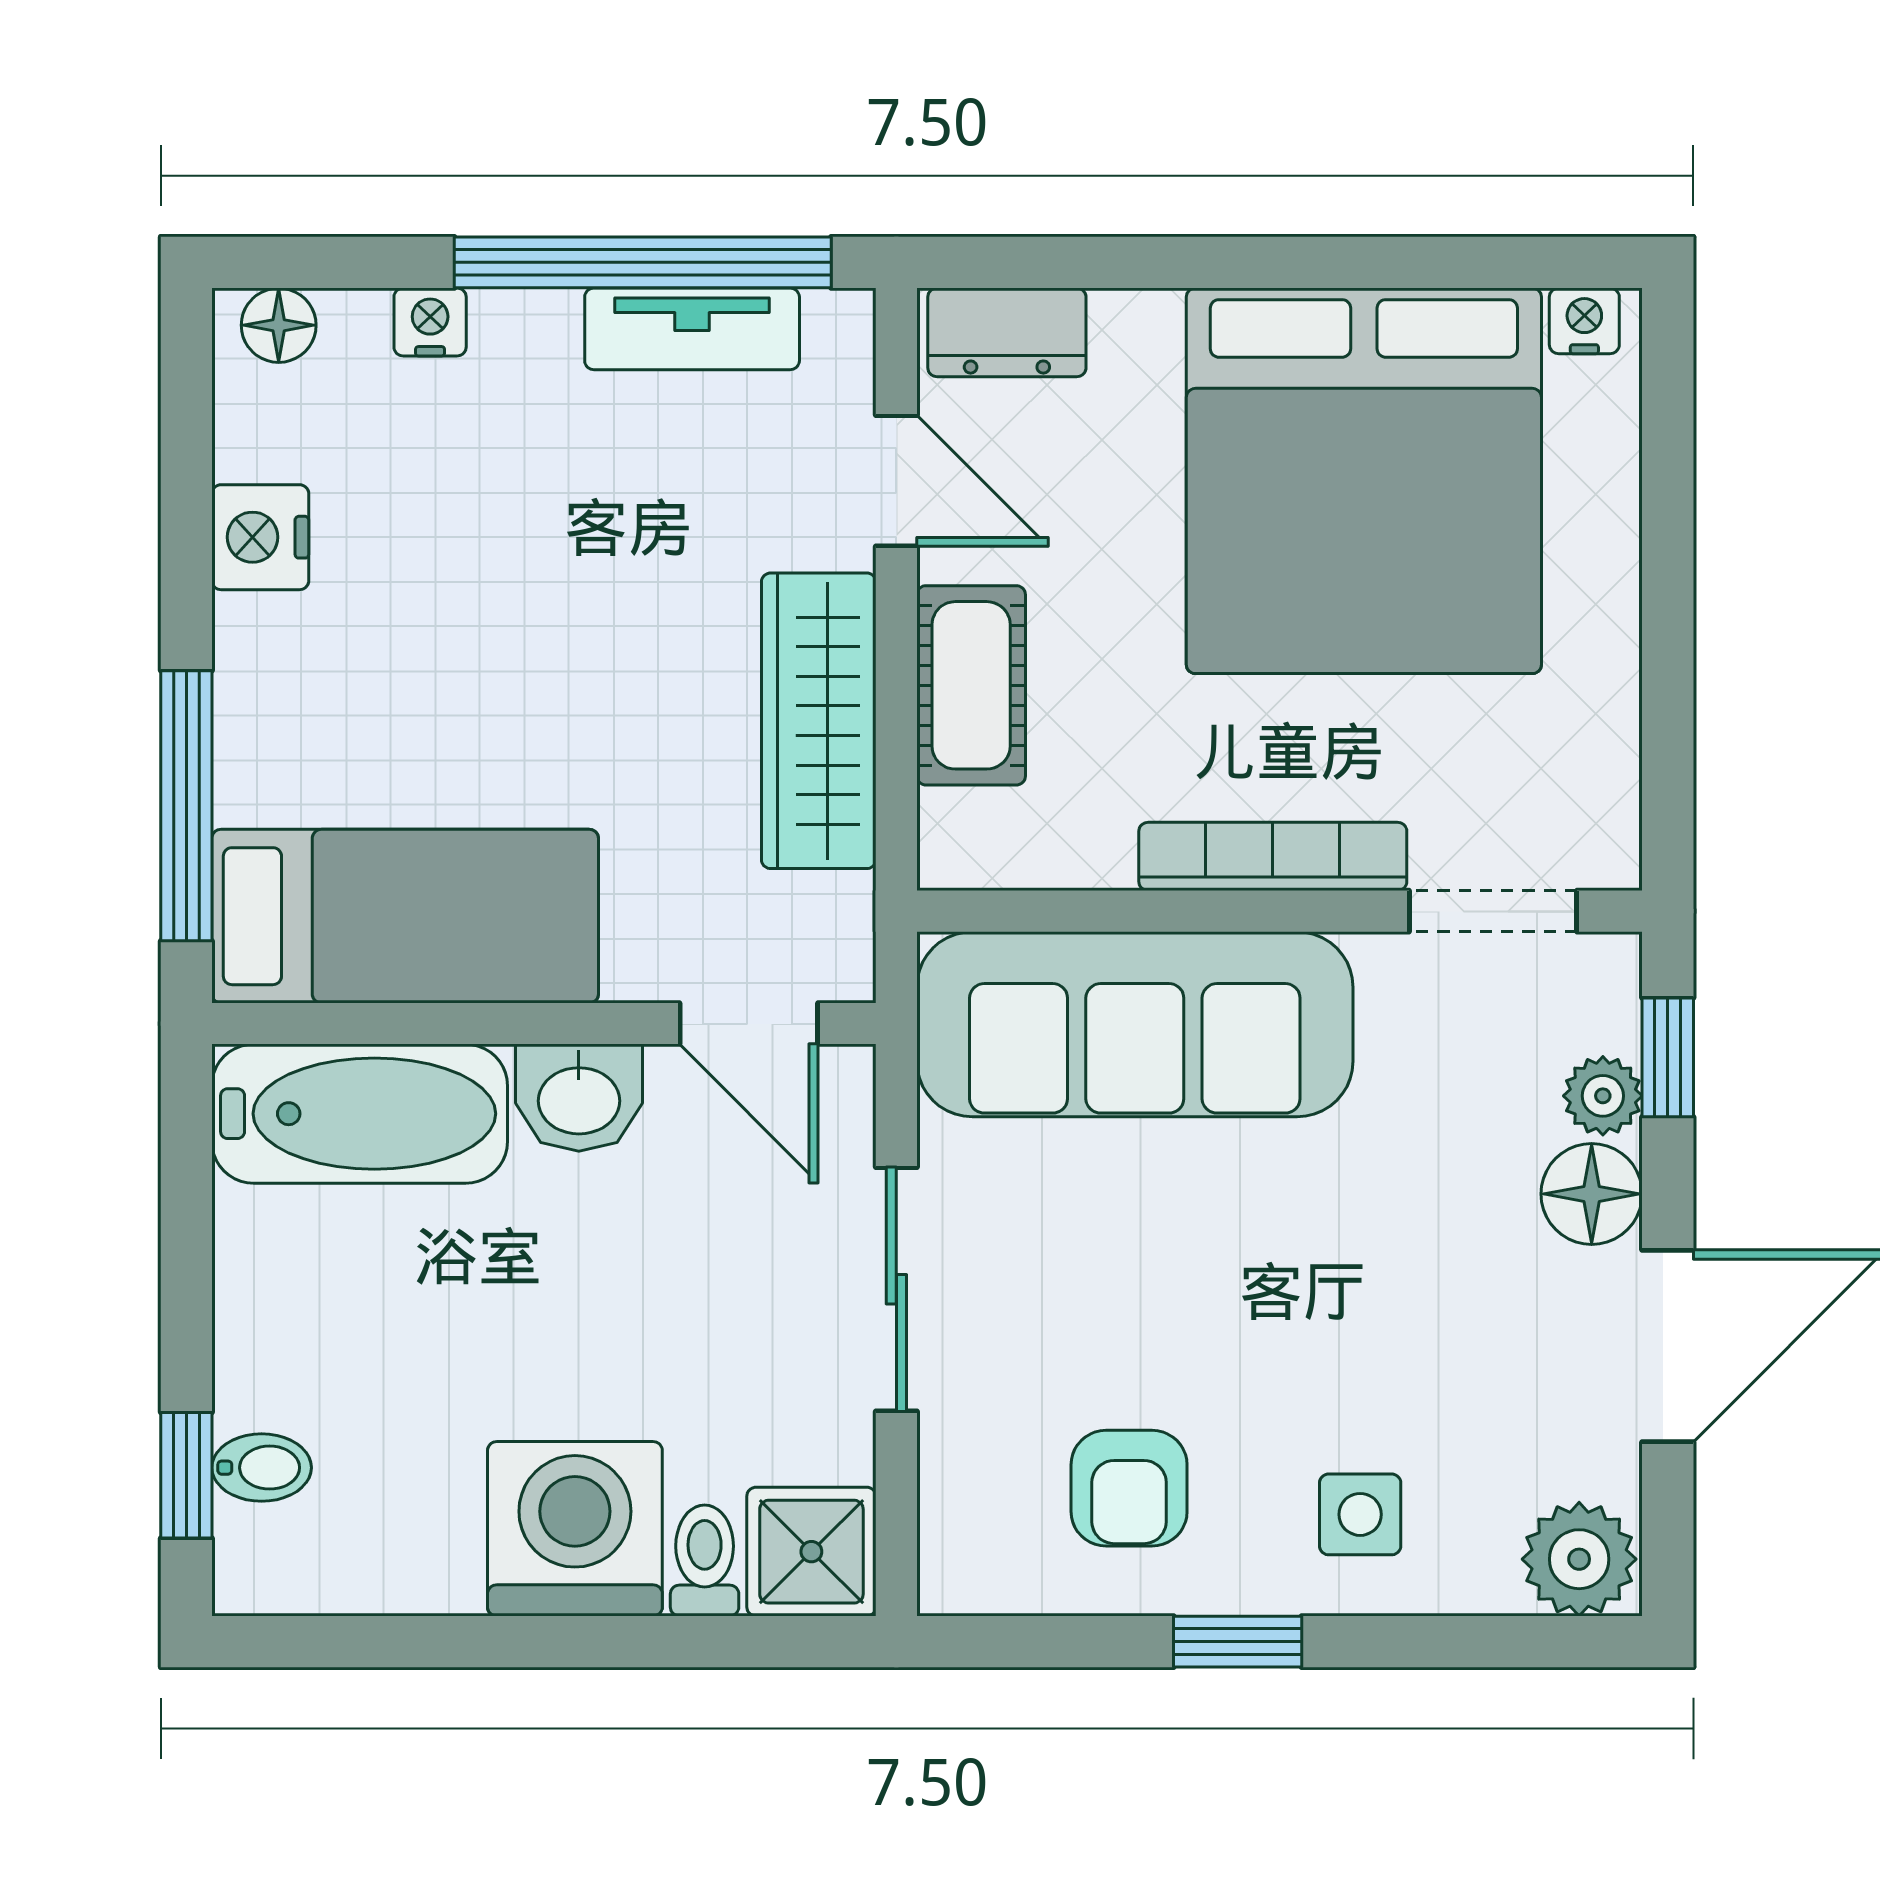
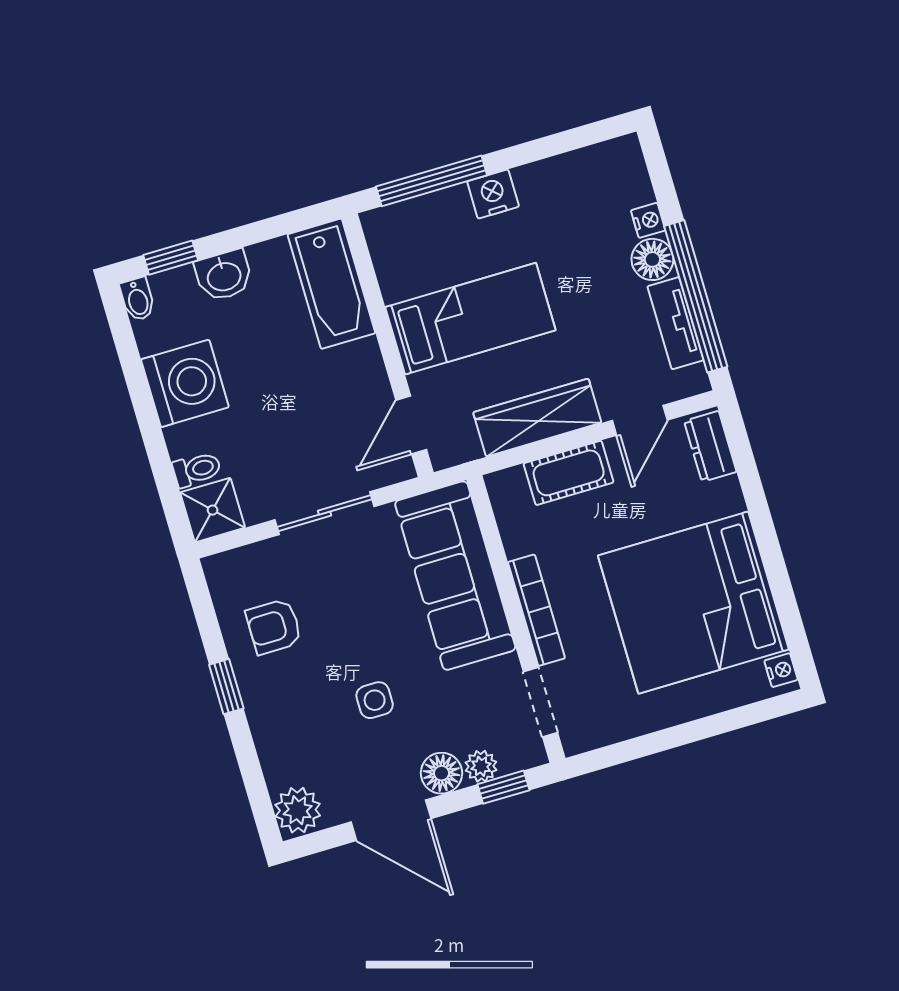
floor lamp: (279, 325) -> (652, 259), moved, width x1.37, depth x1.37
nightstand: (260, 537) -> (493, 194), moved
bed: (405, 916) -> (470, 319), moved, turned -90
washbasin: (579, 1098) -> (224, 276), moved, turned -90
bidet: (262, 1468) -> (138, 299), moved
side table: (1360, 1514) -> (375, 700), moved
washing machine: (575, 1529) -> (185, 383), moved

